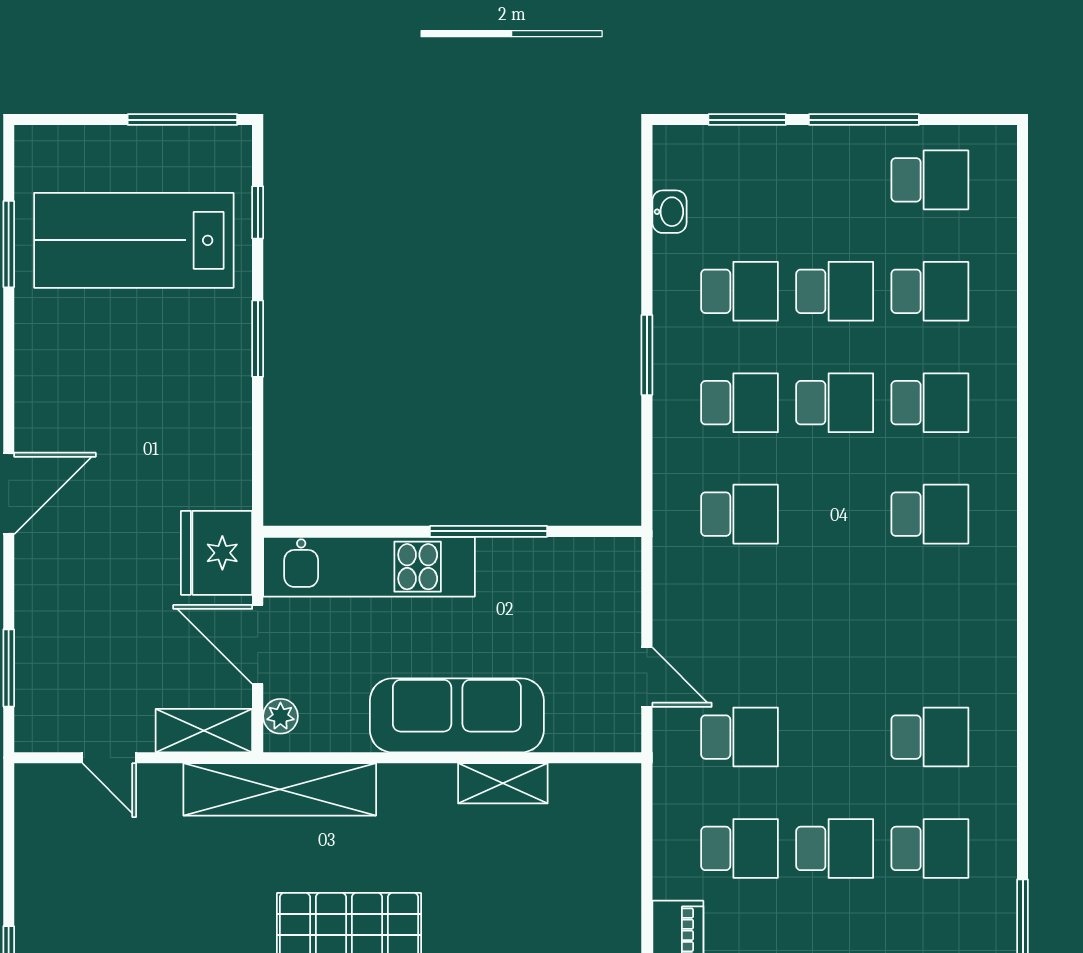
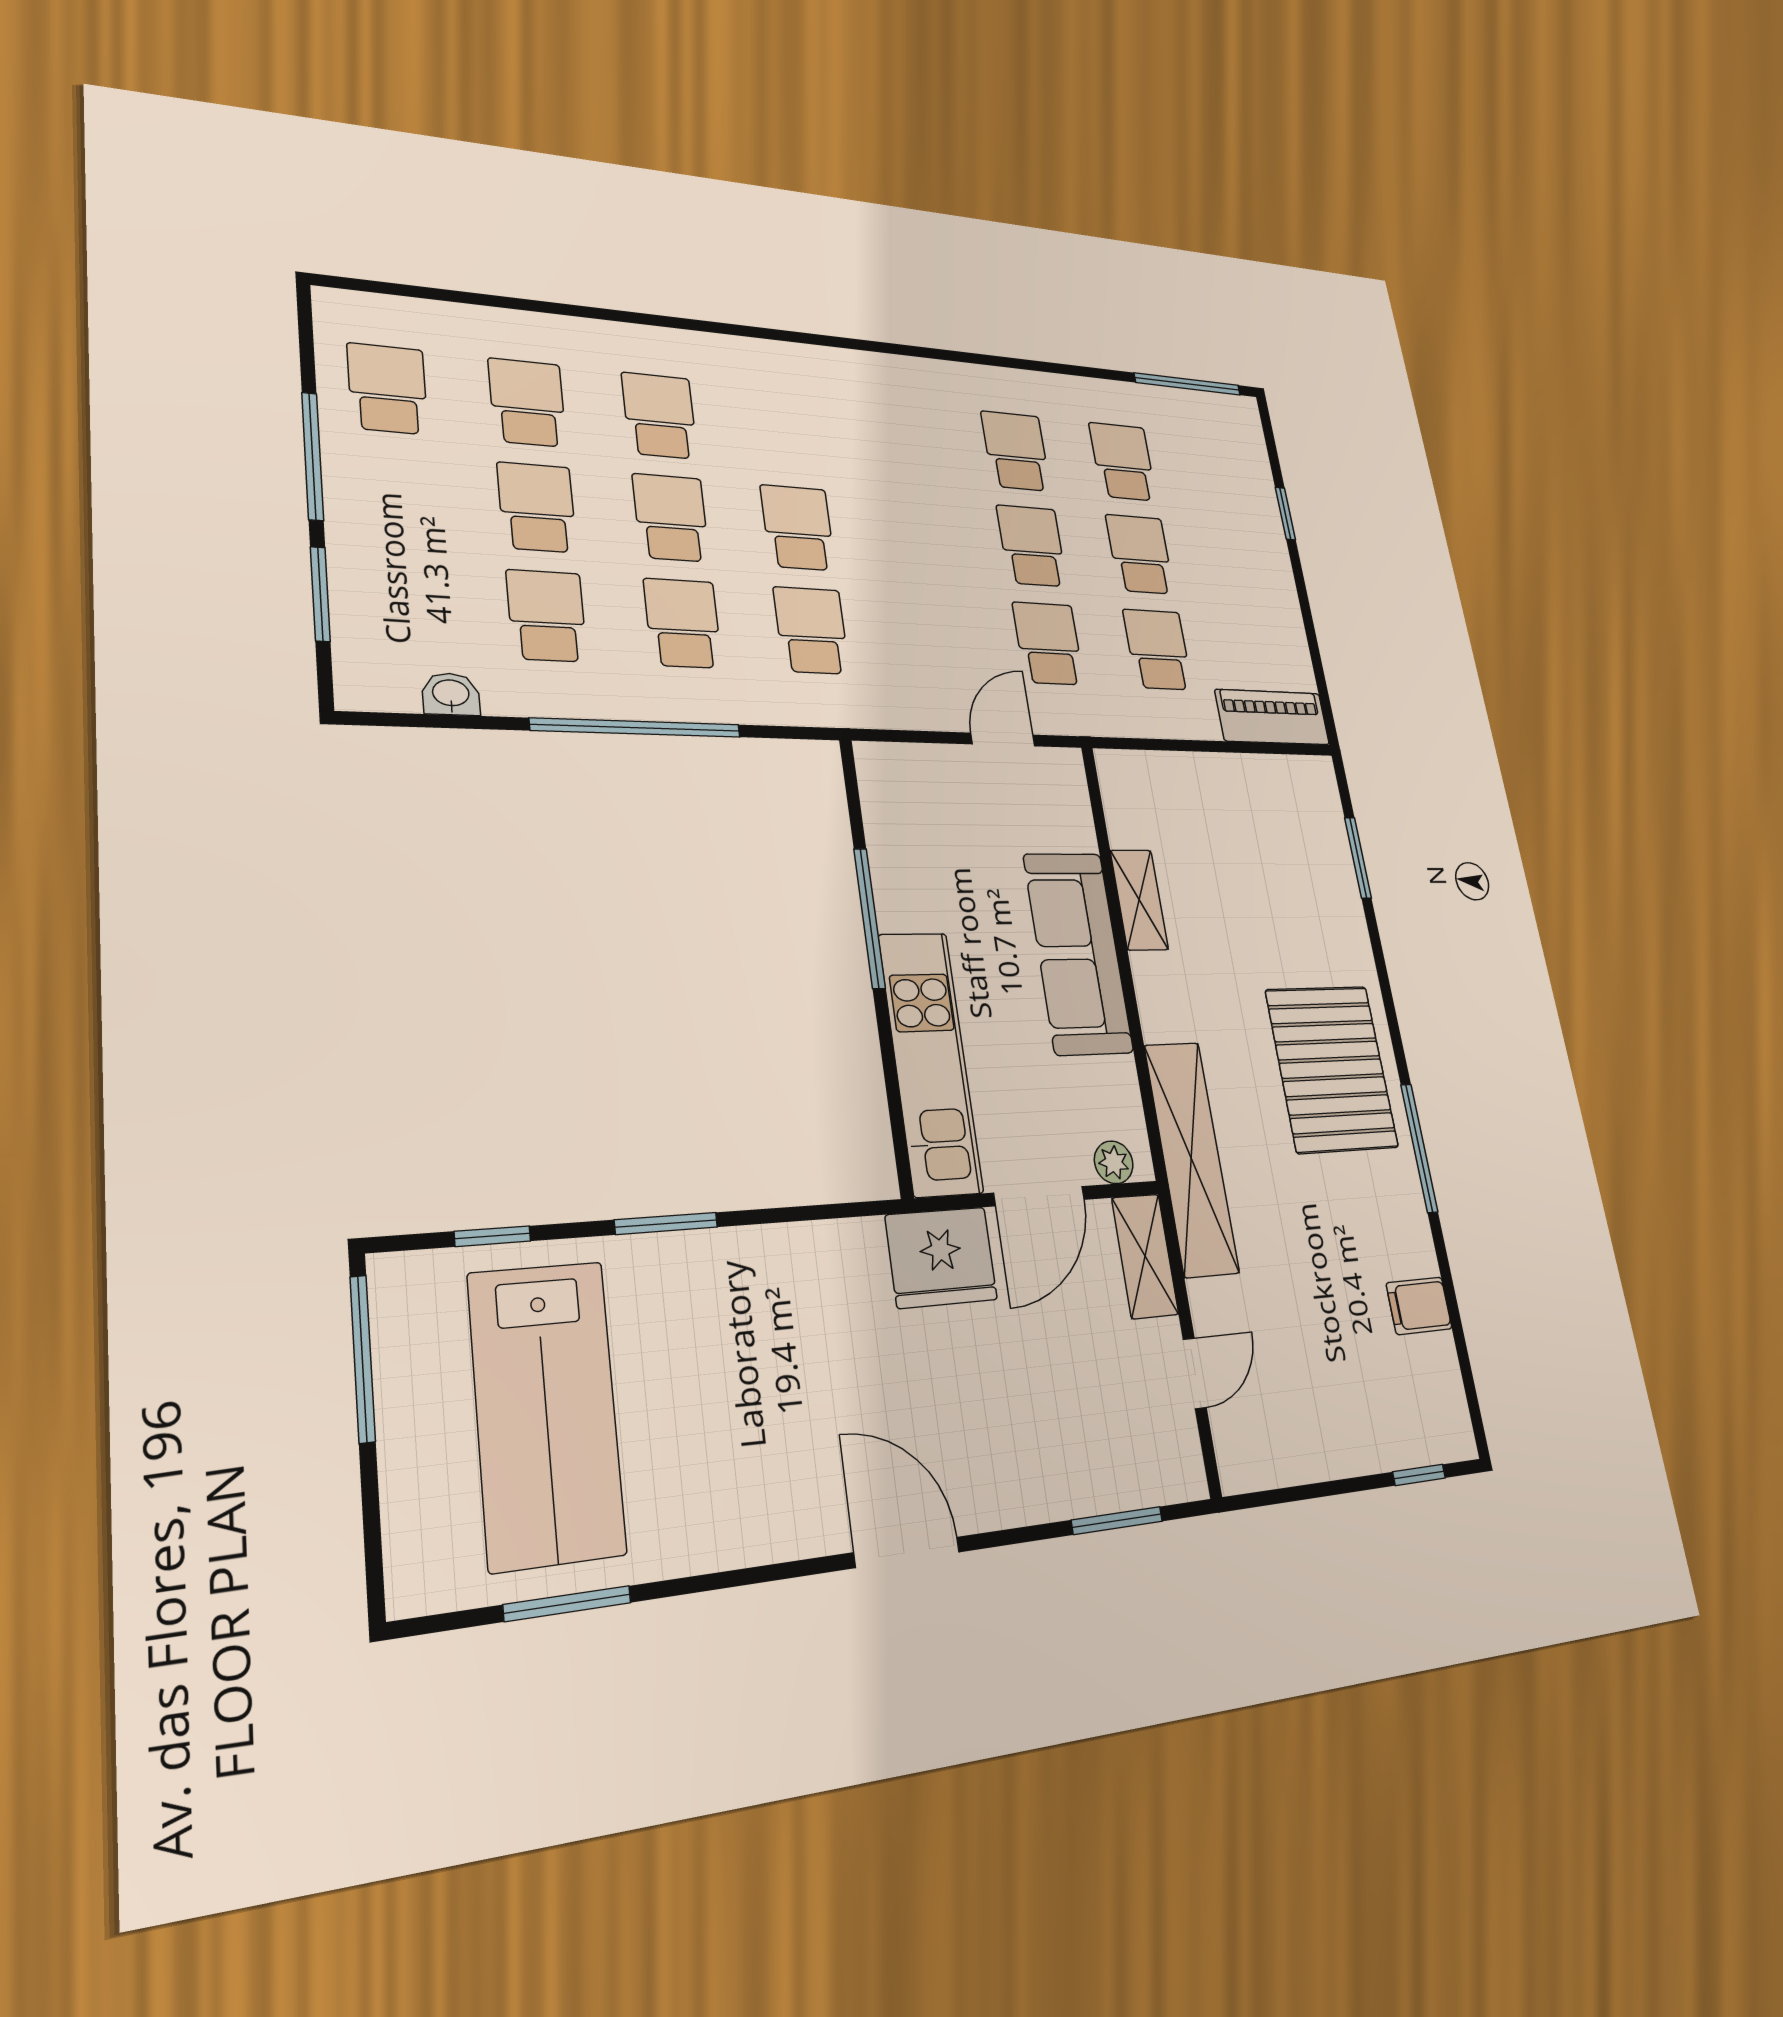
window: (647, 355) -> (636, 728), width x2.11
school desk: (930, 514) -> (798, 528), moved
school desk: (835, 737) -> (1032, 546), added

